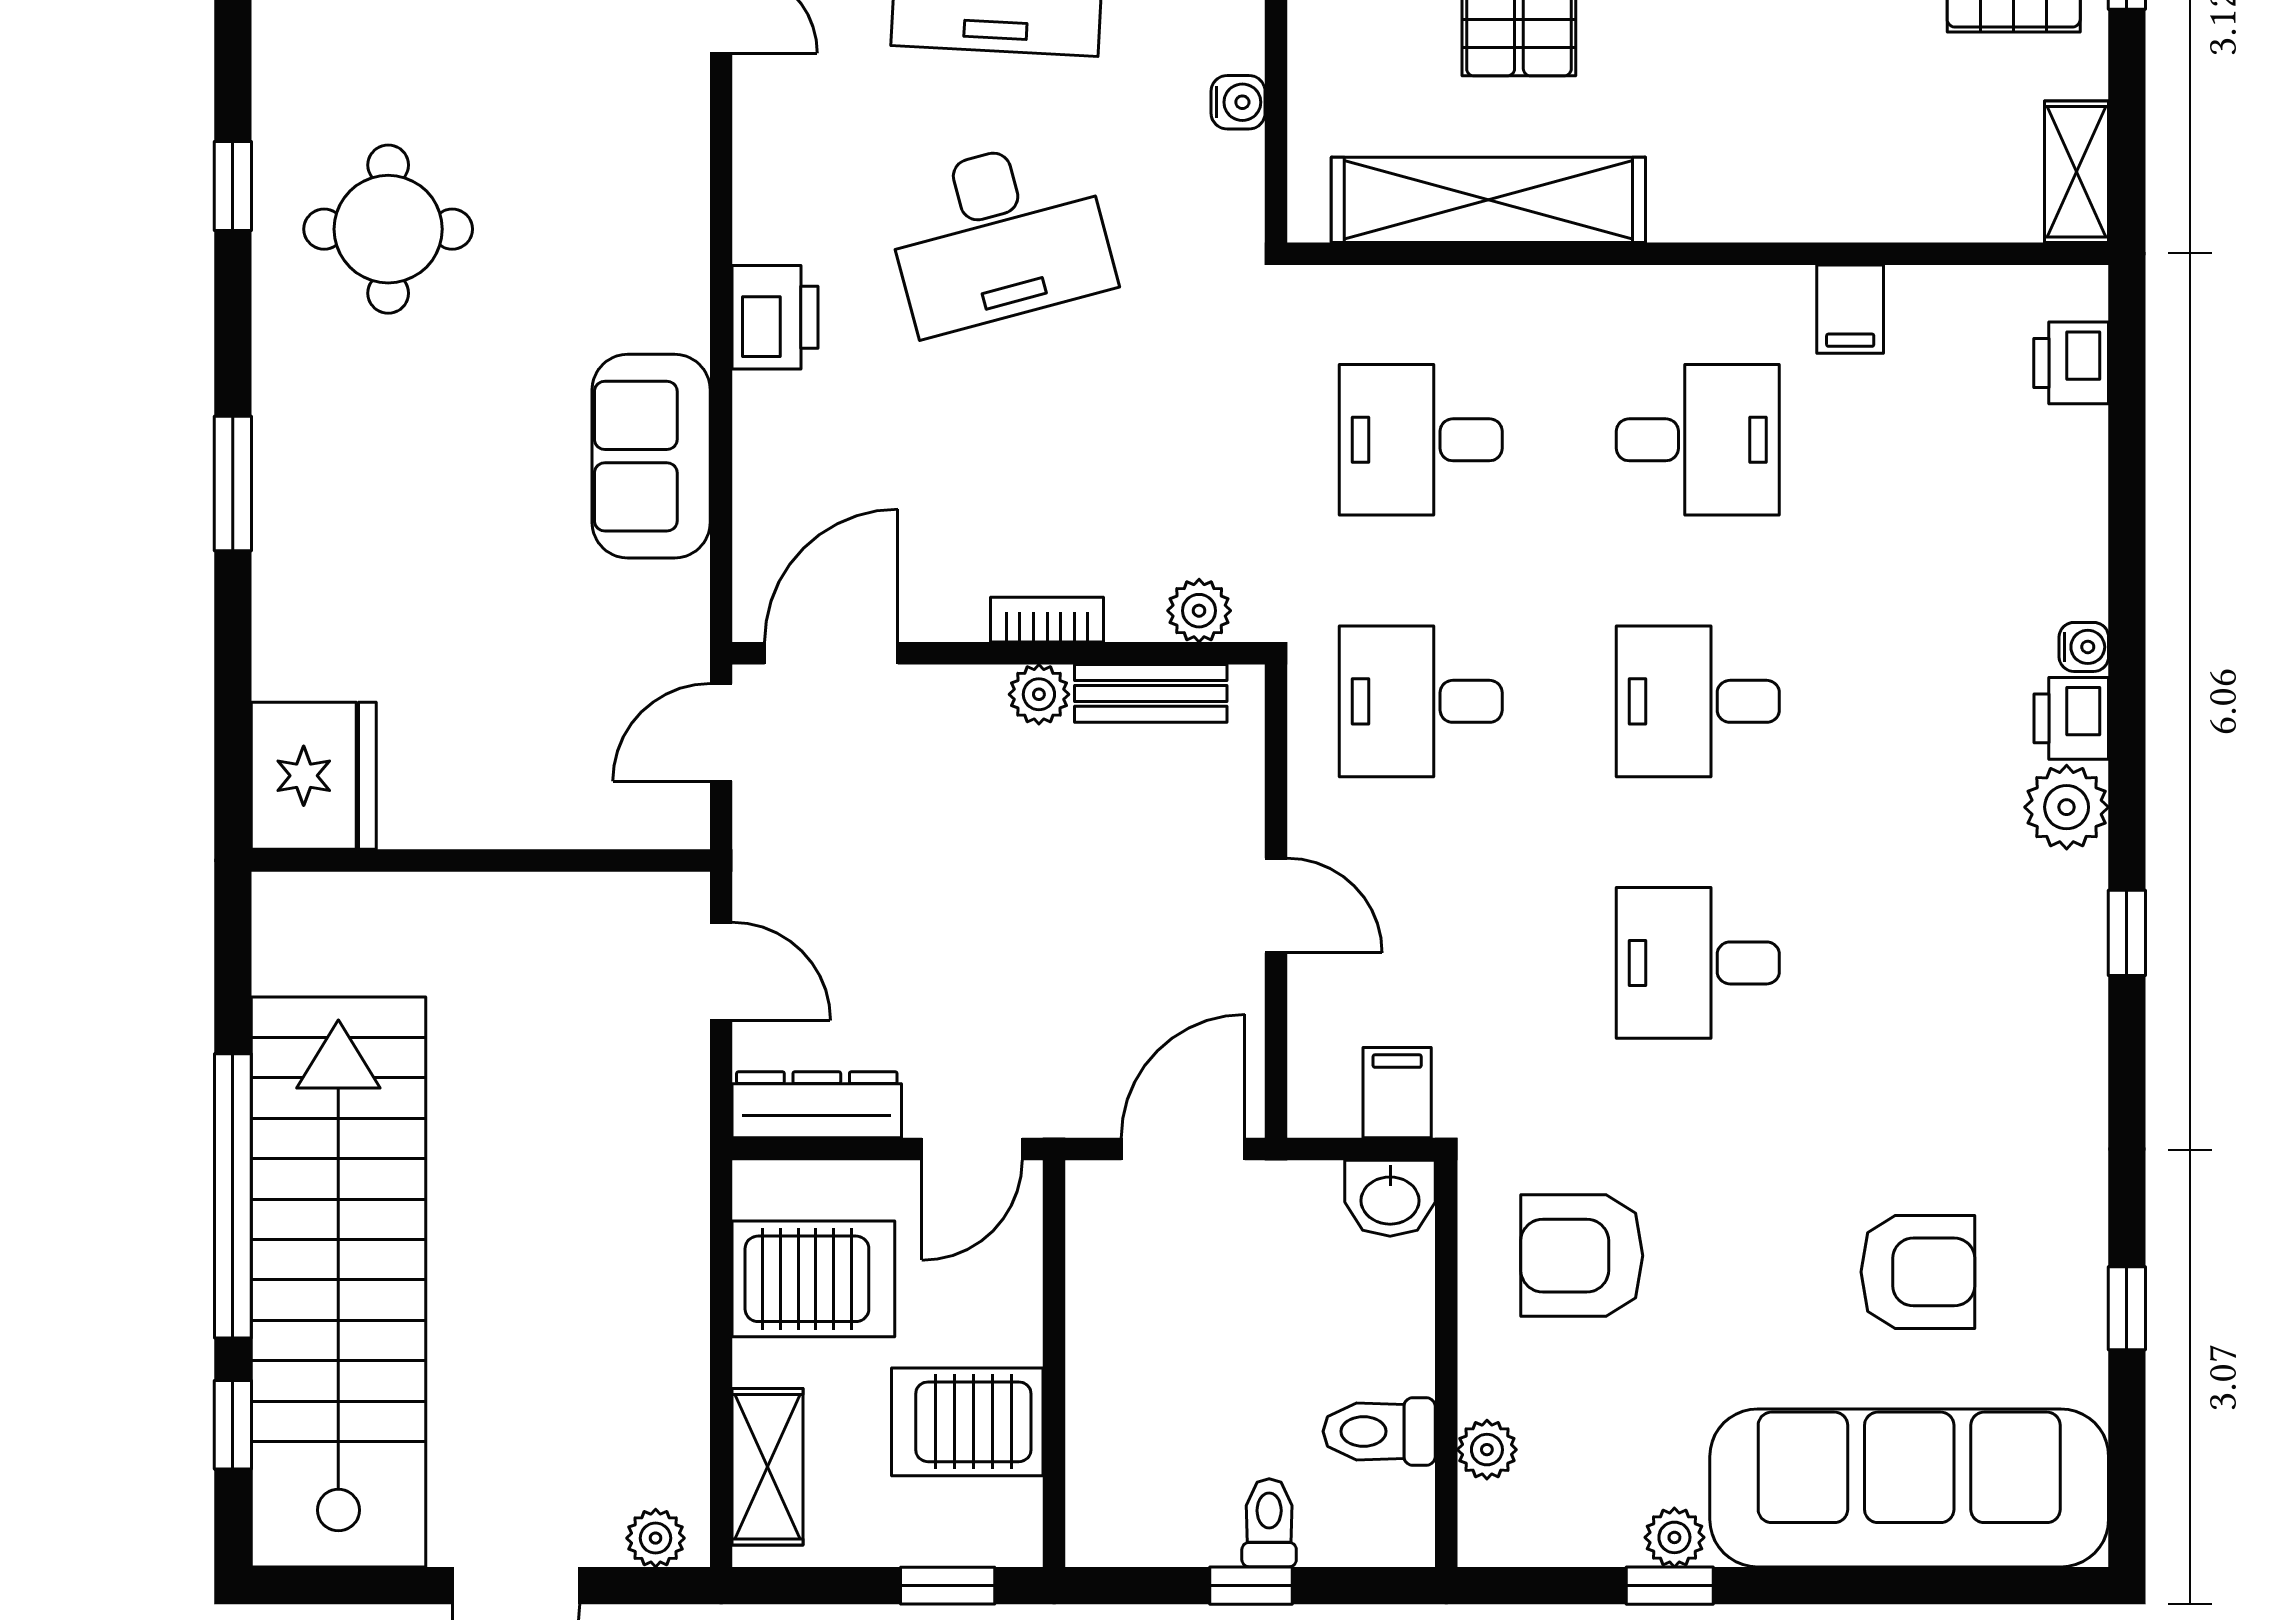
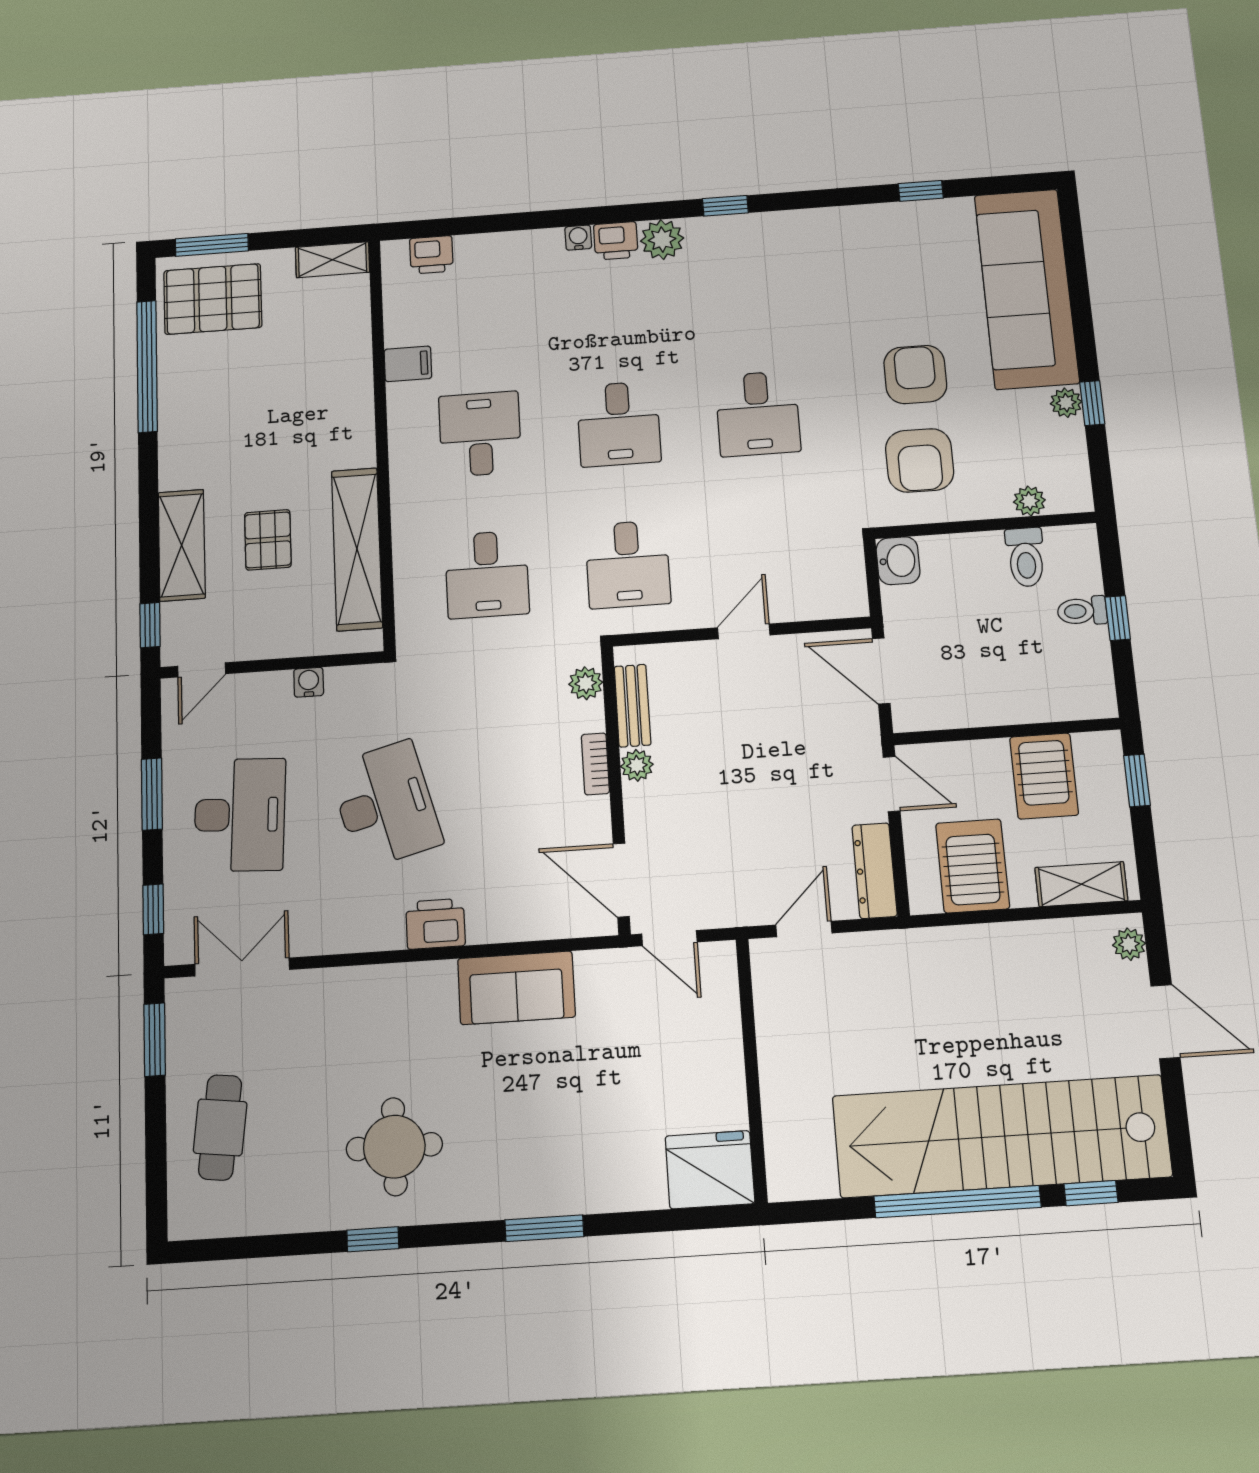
filing cabinet: (1397, 1093) -> (840, 561), removed
armchair: (1918, 1272) -> (915, 374), moved

